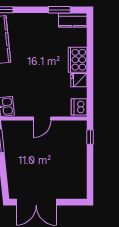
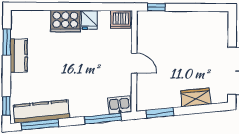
kitchen counter: (73, 20) -> (19, 56), moved
wardrobe: (13, 171) -> (196, 97), added

